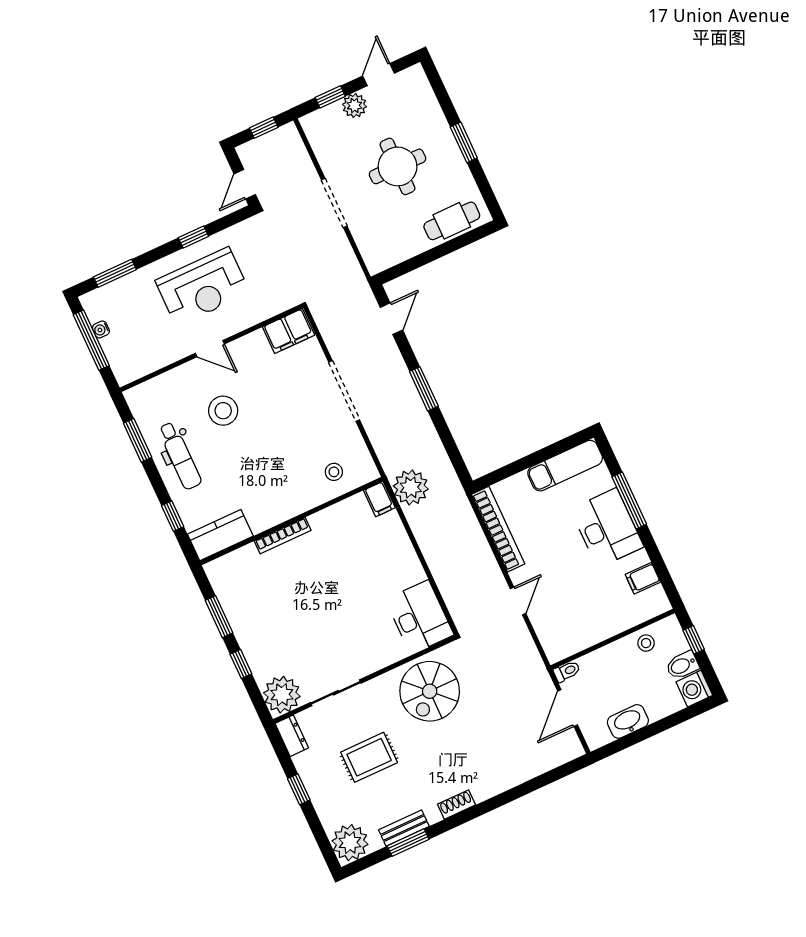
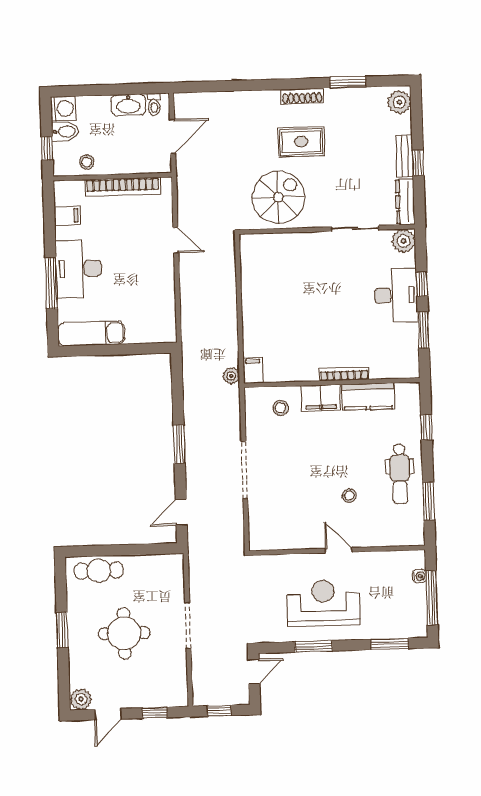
plant: (354, 106) -> (81, 699), moved
window: (193, 237) -> (314, 646), width x1.50
water cooler: (101, 329) -> (419, 576), moved
filing cabinet: (289, 331) -> (321, 398), moved, turned 180
stool: (223, 411) -> (349, 496), width x0.53, depth x0.53
dental chair: (180, 456) -> (400, 474), turned 180
plant: (411, 487) -> (231, 376), width x0.53, depth x0.53
bookcase: (498, 529) -> (123, 187), moved, turned -90
kitchen counter: (220, 535) -> (368, 397), moved
door: (518, 601) -> (176, 240), swing flipped
desk: (420, 617) -> (396, 295), moved, turned 180
toilet: (567, 671) -> (154, 104), moved, turned -90
plant: (282, 695) -> (403, 241), width x0.73, depth x0.73
dresser: (292, 736) -> (405, 202), width x1.44
rug: (369, 757) -> (301, 142), moved
shoe rack: (457, 805) -> (302, 96), width x1.43
bench: (404, 828) -> (405, 156), moved, turned 90
plant: (350, 843) -> (399, 102), width x0.73, depth x0.73

